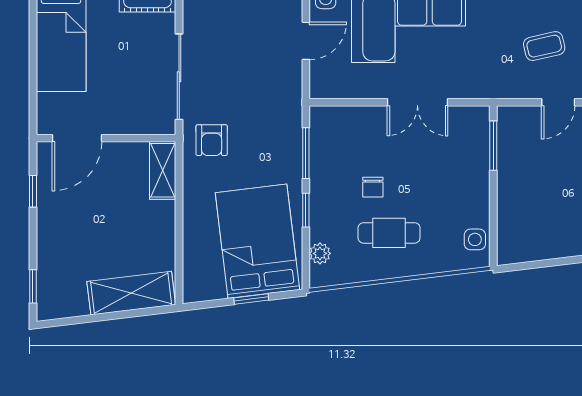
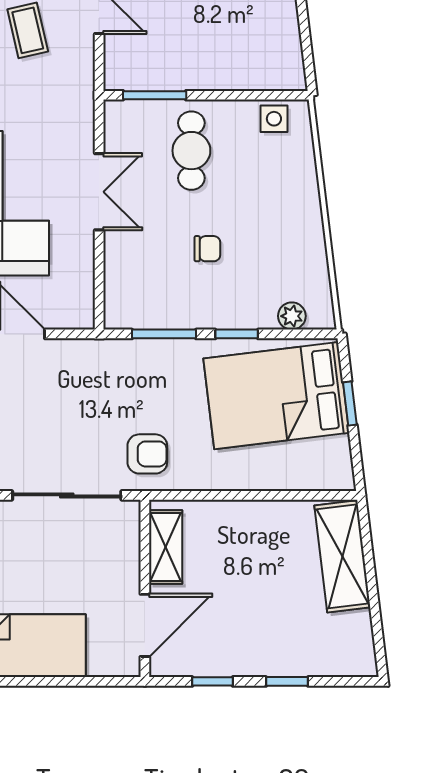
door: (77, 138) -> (145, 625), hinge flipped
shelving: (163, 170) -> (166, 547), moved, turned 90
cafe table: (389, 233) -> (191, 151), moved
window: (33, 286) -> (287, 681), moved

